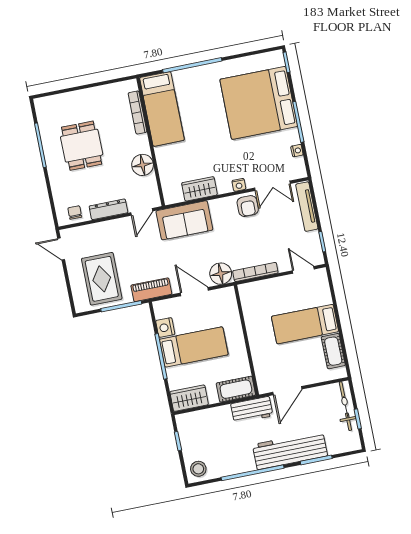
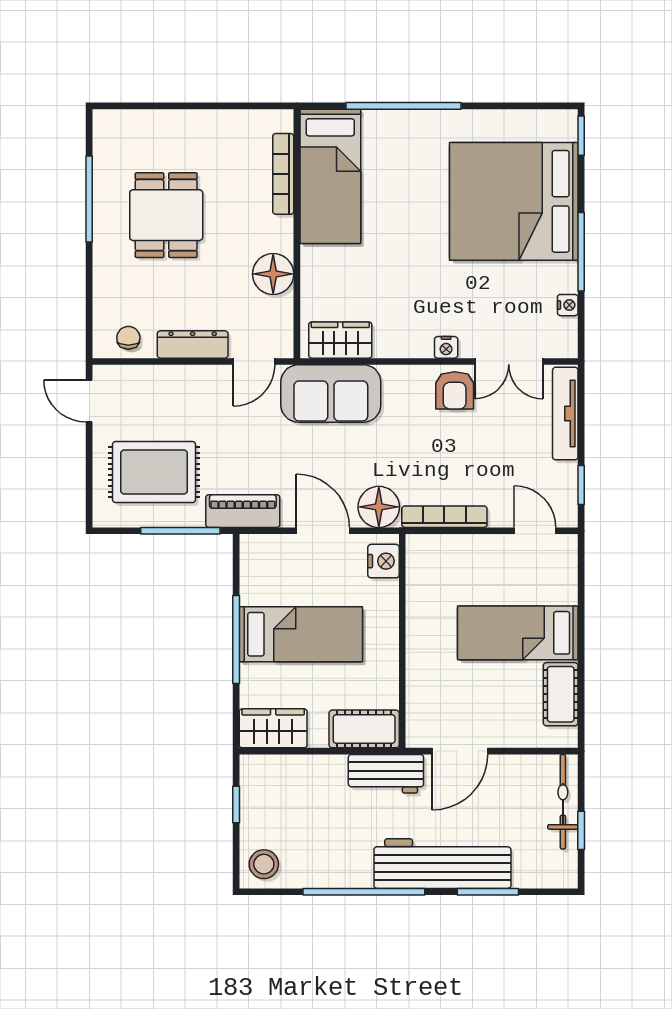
wardrobe: (199, 189) -> (340, 340), moved
rug: (102, 279) -> (154, 472), turned 90
nightstand: (165, 328) -> (384, 561), moved, turned 180

